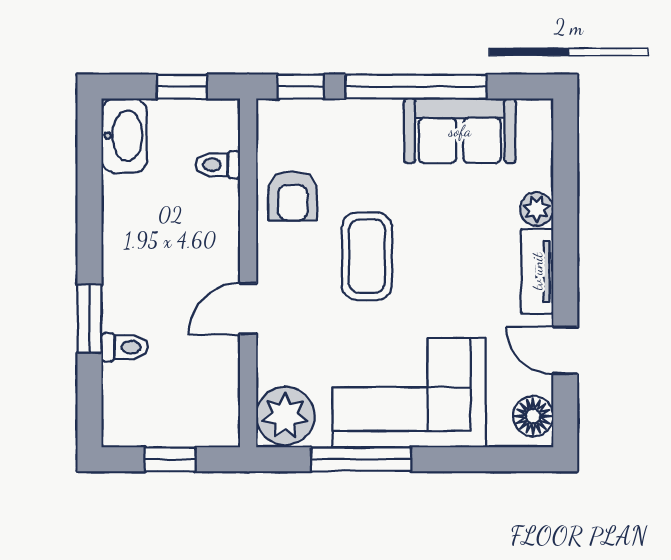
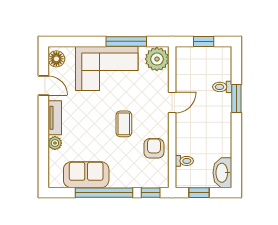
coffee table: (367, 256) -> (124, 124), width x0.73, depth x0.77

